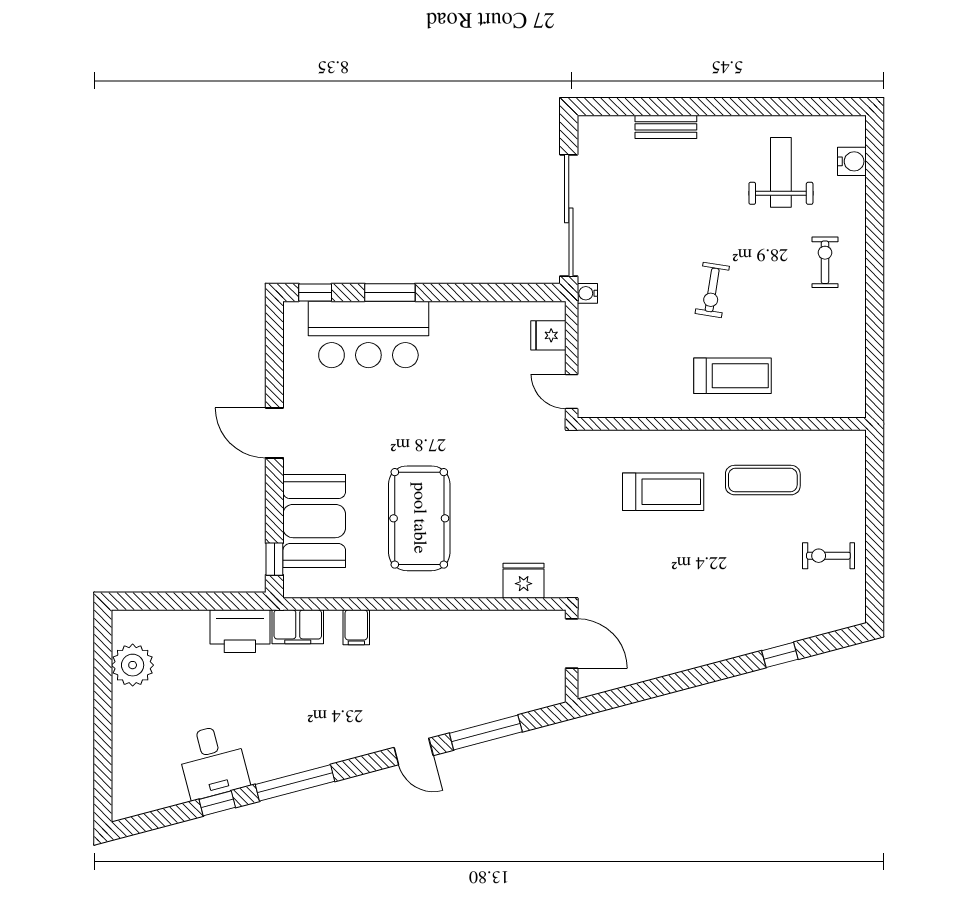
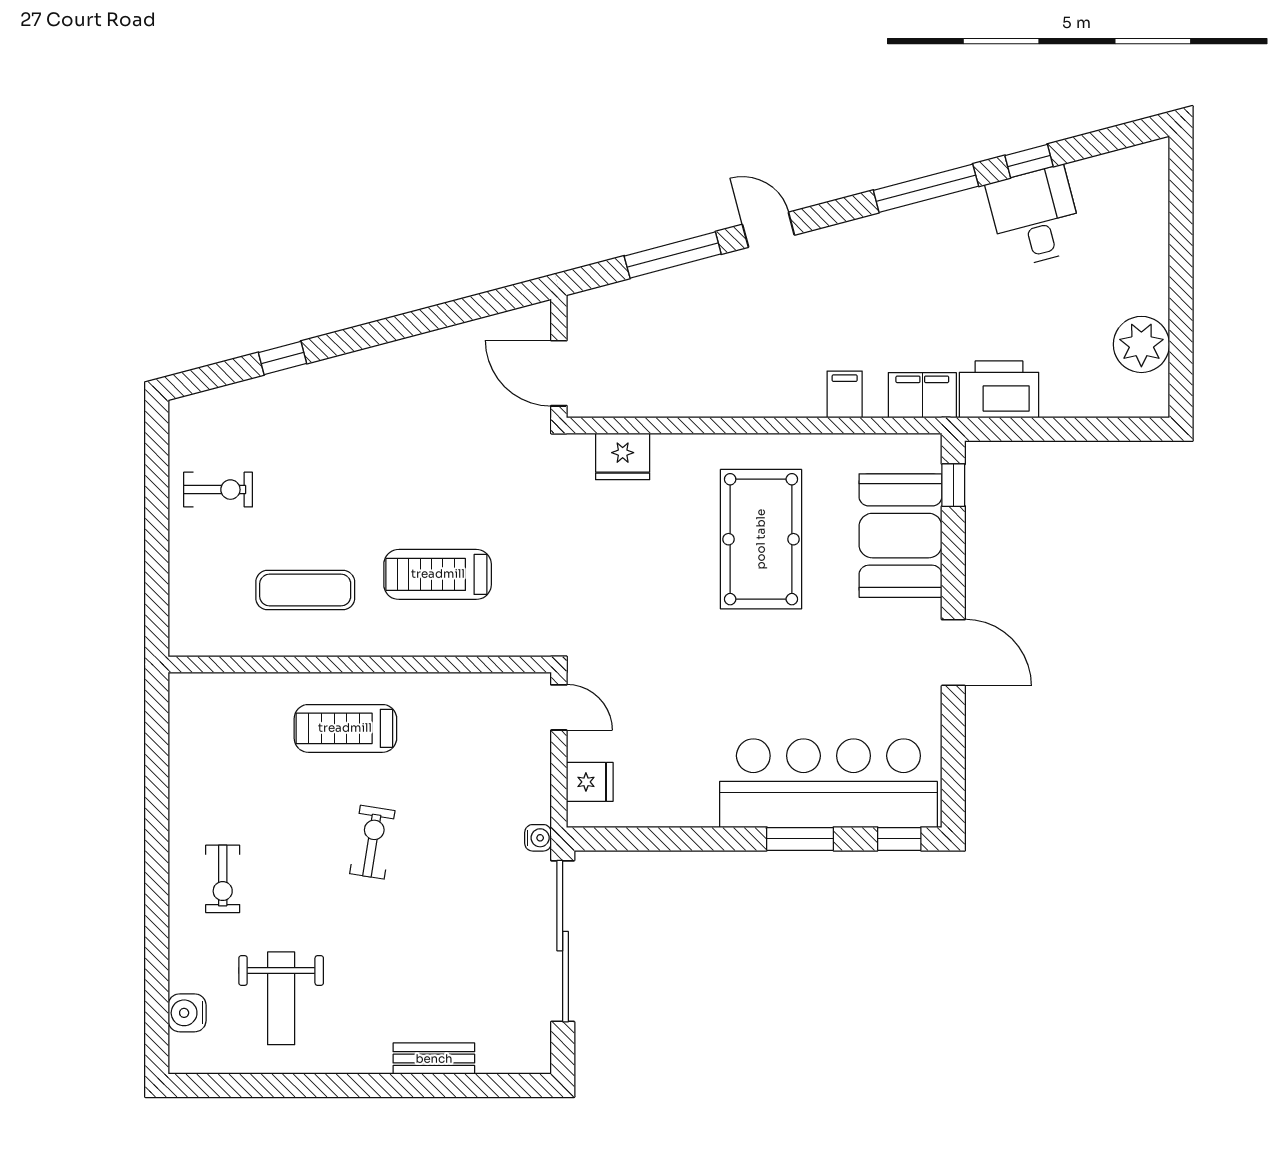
bar counter: (368, 334) -> (828, 783), width x1.36

